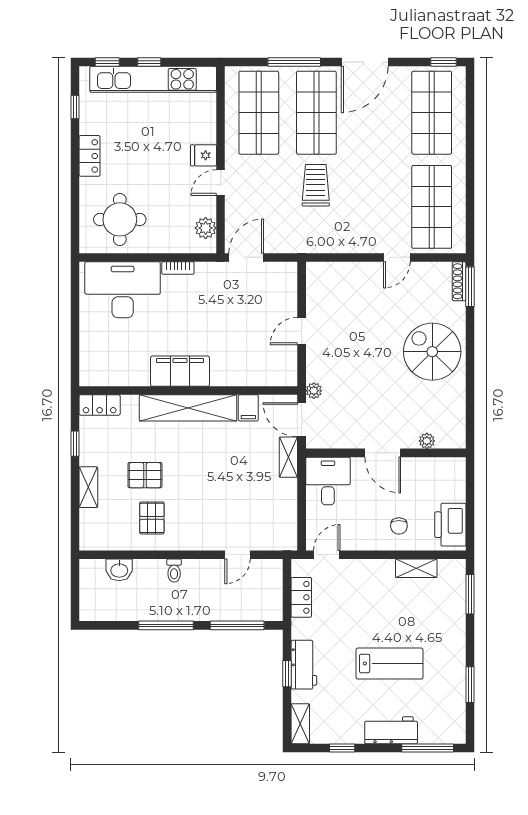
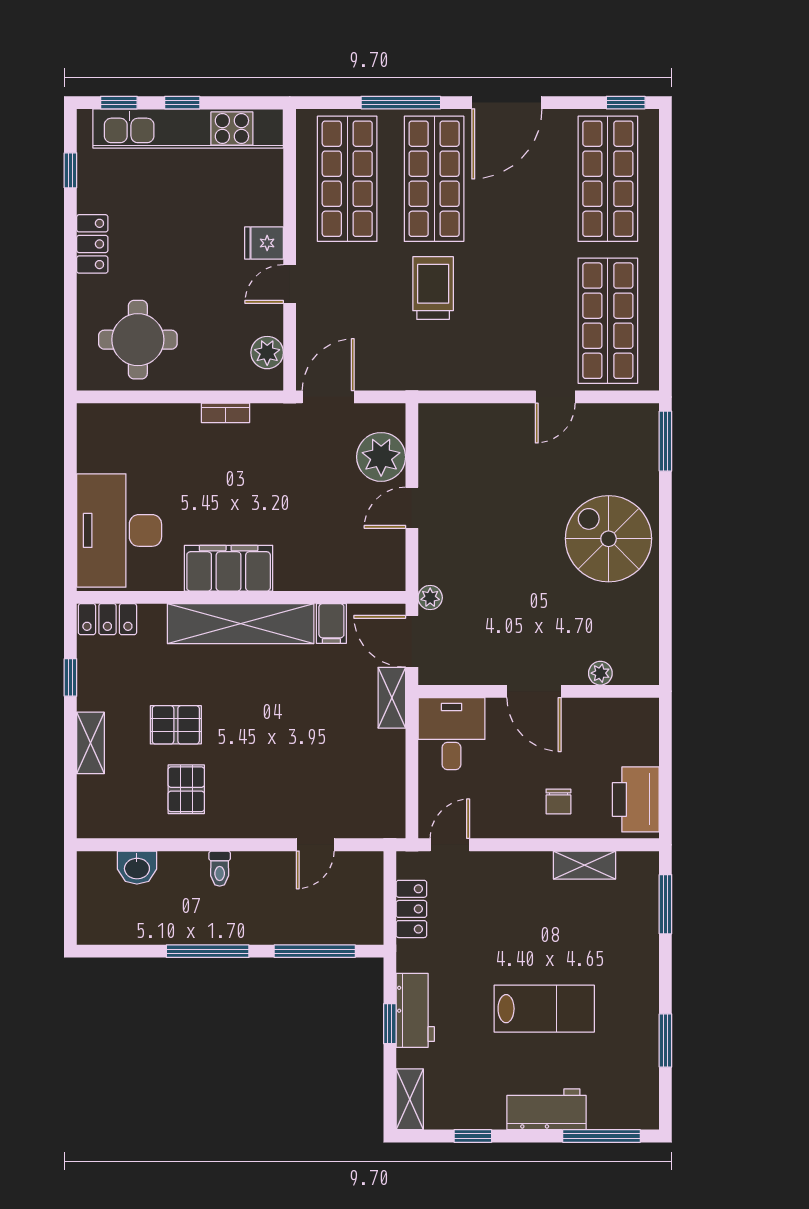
shoe rack: (459, 281) -> (649, 433), removed
desk: (123, 290) -> (119, 530), moved, turned -90
plant: (281, 297) -> (381, 457), added

